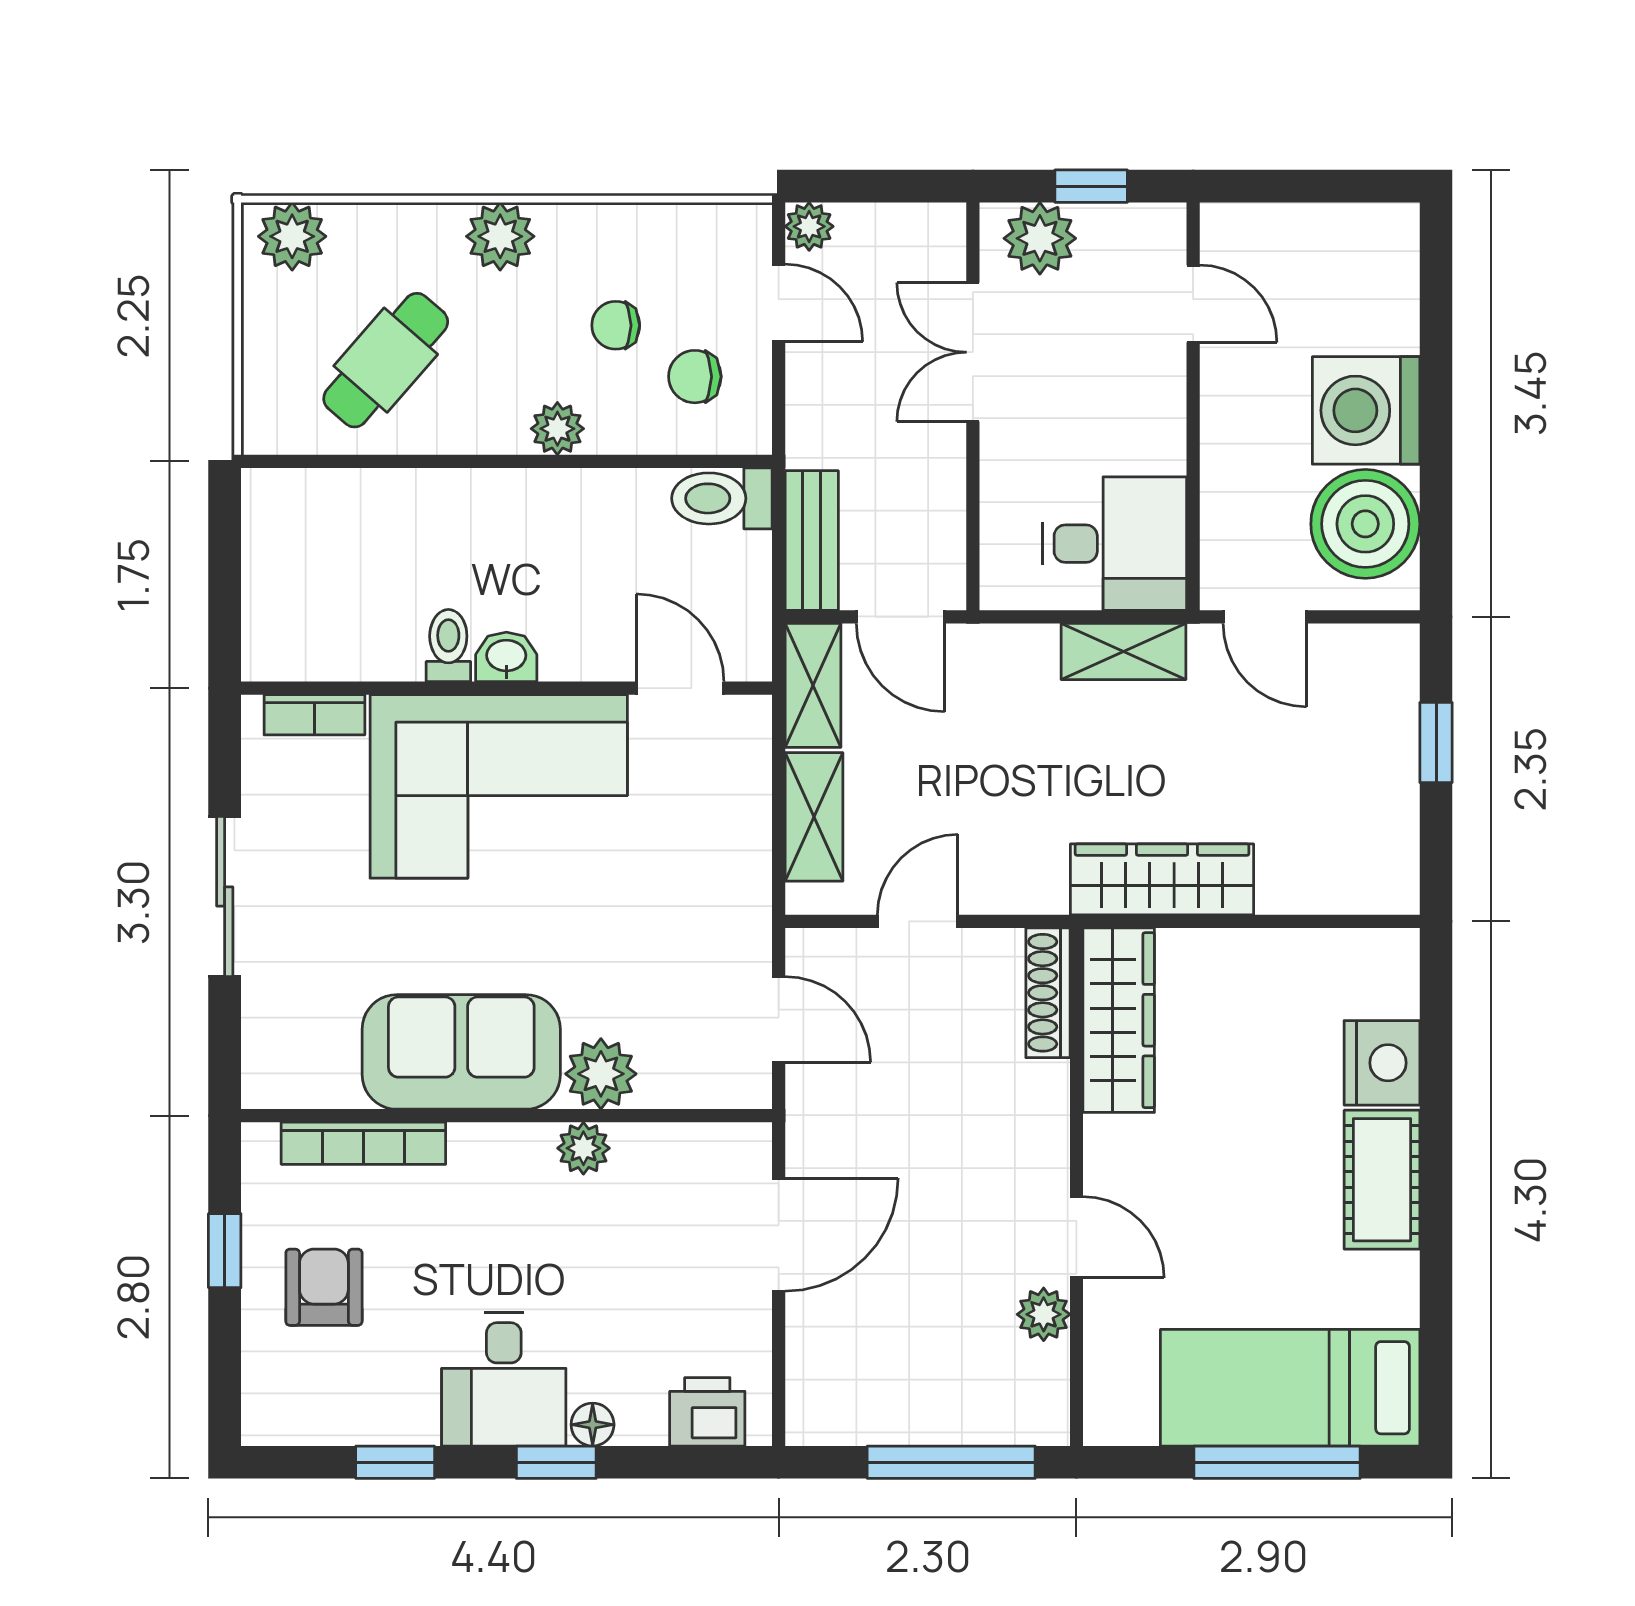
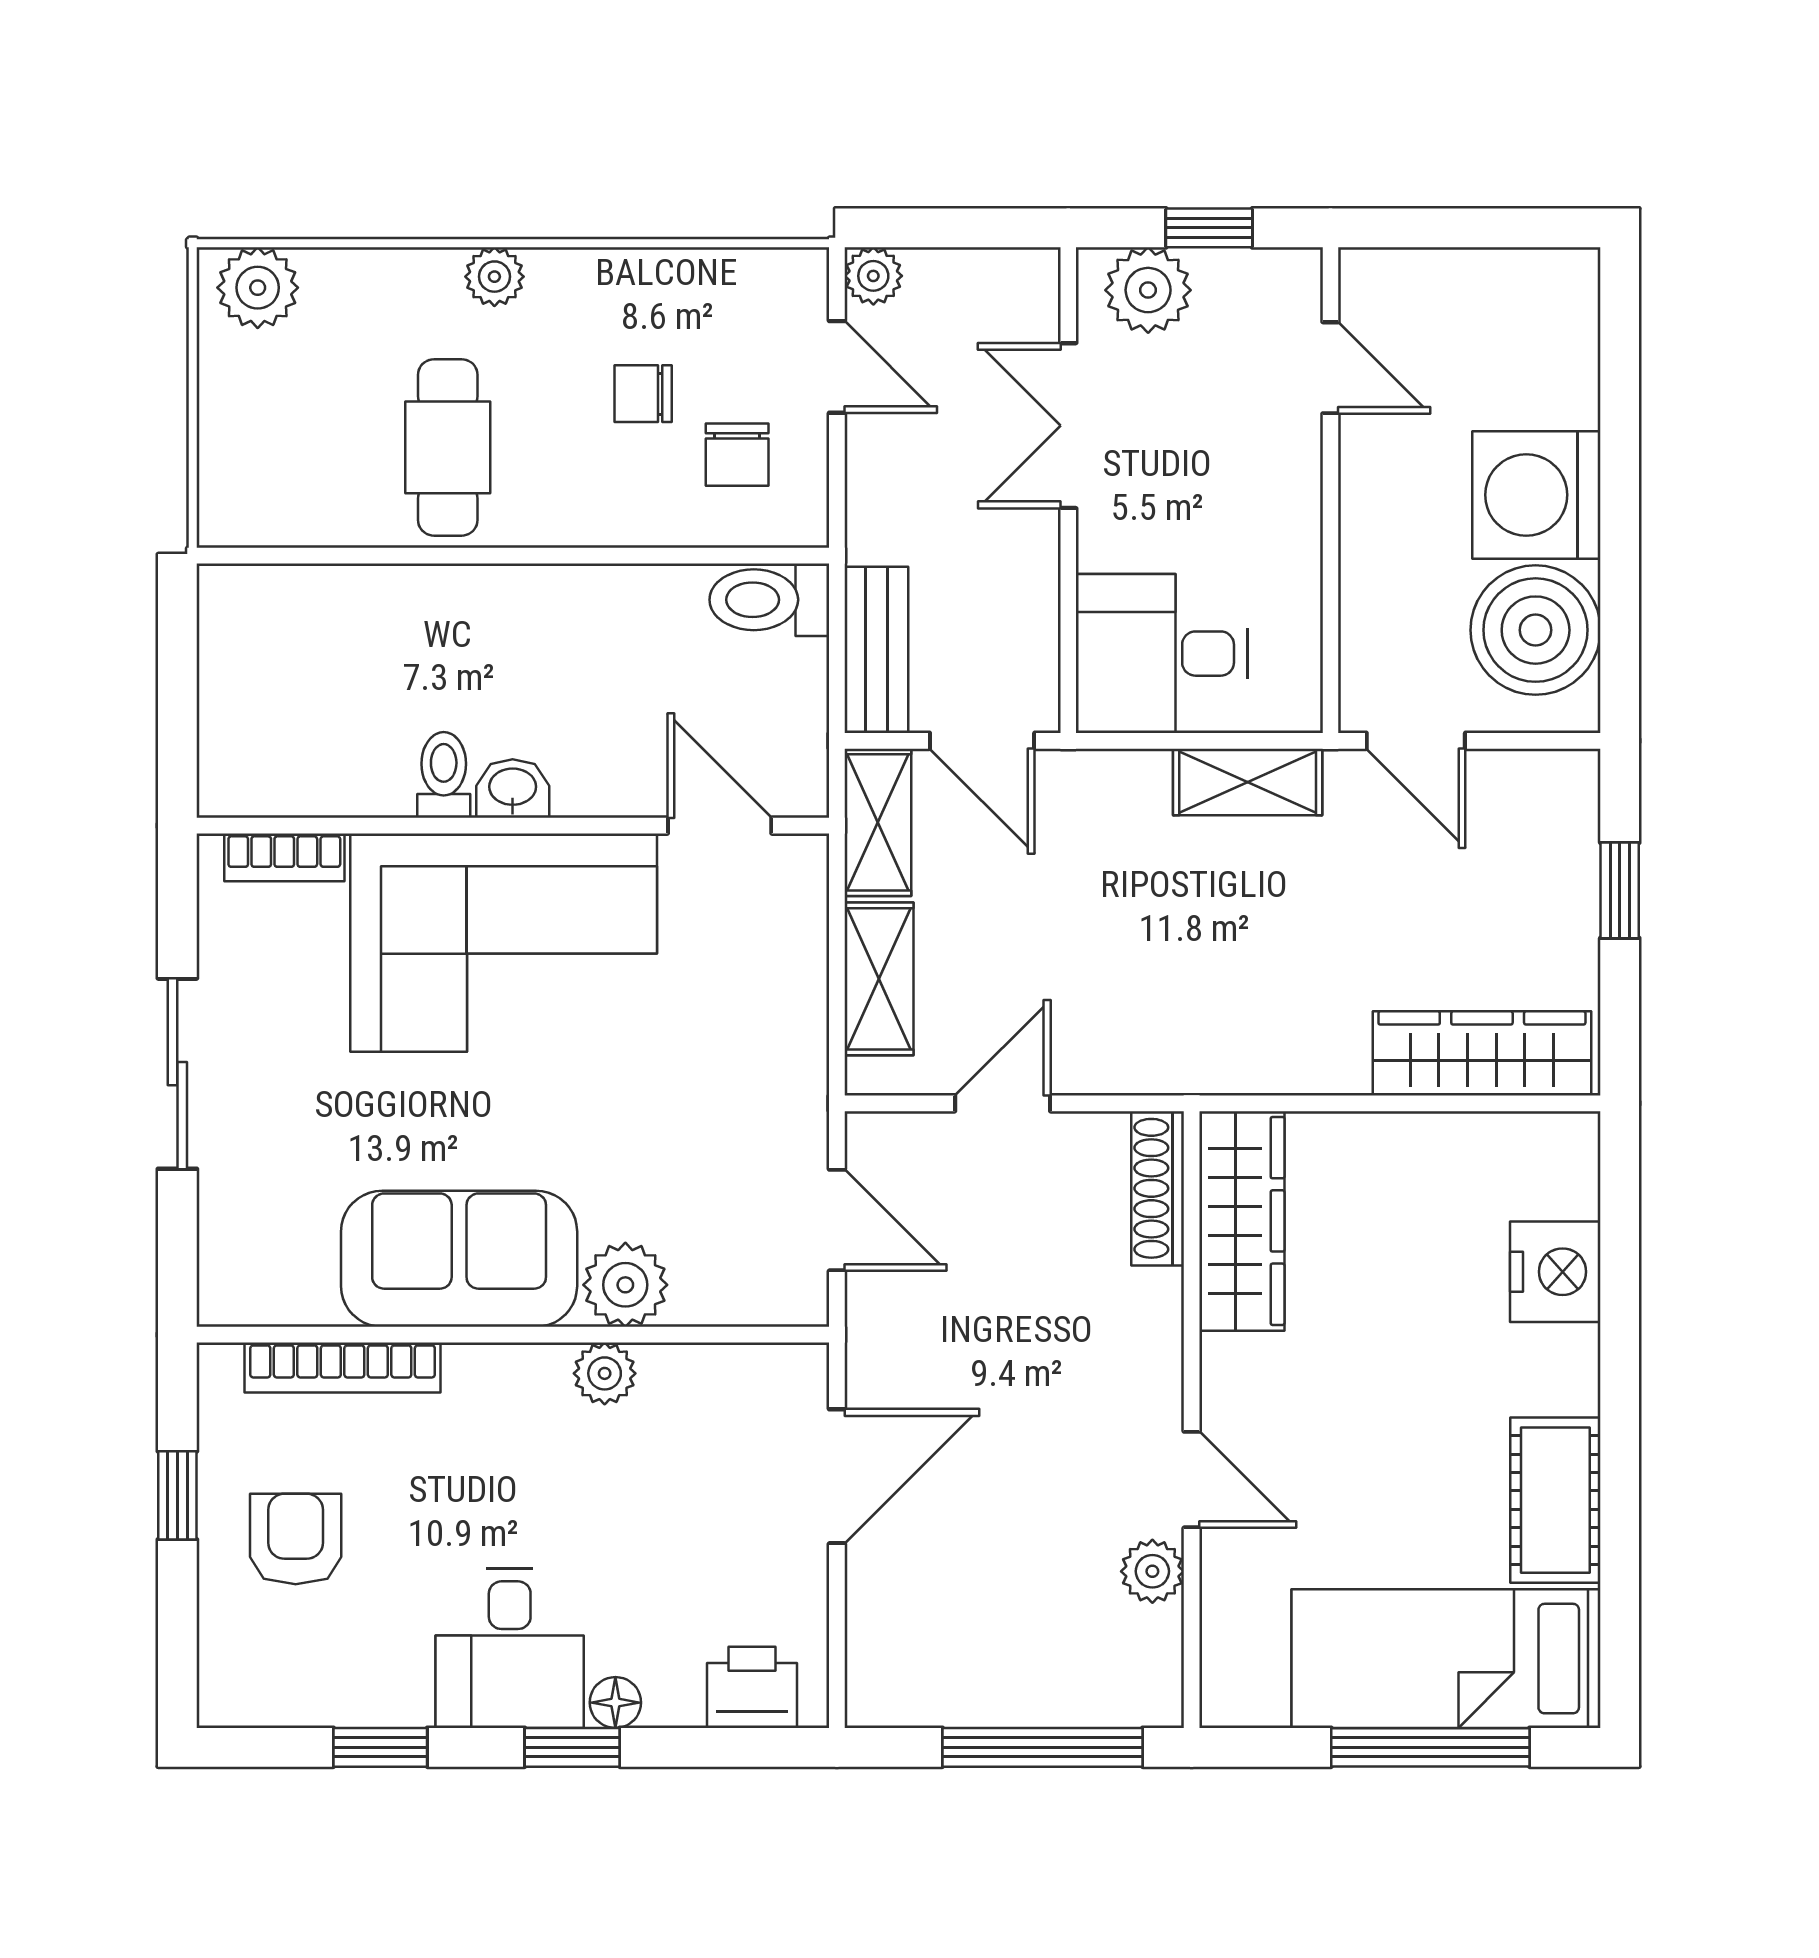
plant: (500, 236) -> (494, 277), width x0.73, depth x0.73
cafe table: (386, 360) -> (448, 447), moved, turned -41
chair: (695, 377) -> (737, 455), turned -90
plant: (557, 429) -> (574, 517), removed
desk: (1115, 544) -> (1162, 654), moved, turned 180
wardrobe: (1162, 879) -> (1482, 1053), moved
cot: (1382, 1180) -> (1555, 1500), moved

